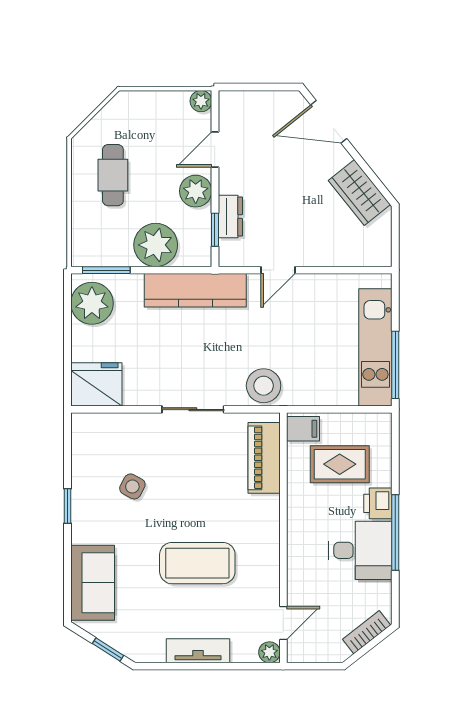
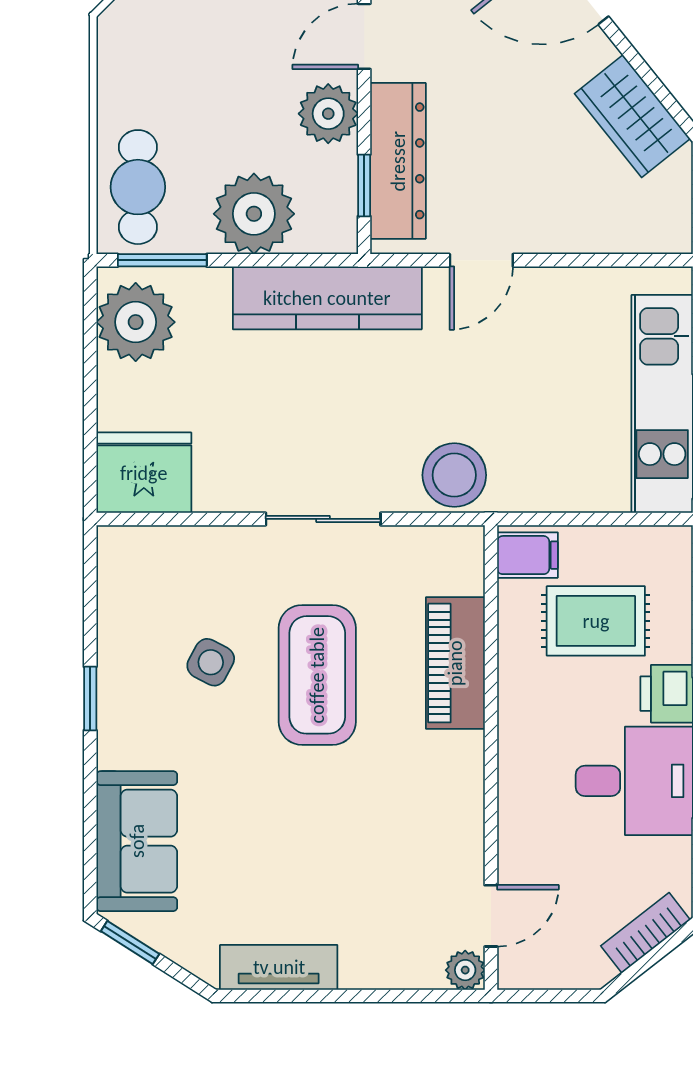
cafe table: (113, 175) -> (138, 187), moved
dresser: (230, 216) -> (398, 161), width x1.96, depth x1.24
piano: (264, 458) -> (455, 663), moved
coffee table: (197, 563) -> (317, 675), moved, turned 90
window: (108, 650) -> (130, 943), moved
tv unit: (198, 651) -> (279, 967), moved

